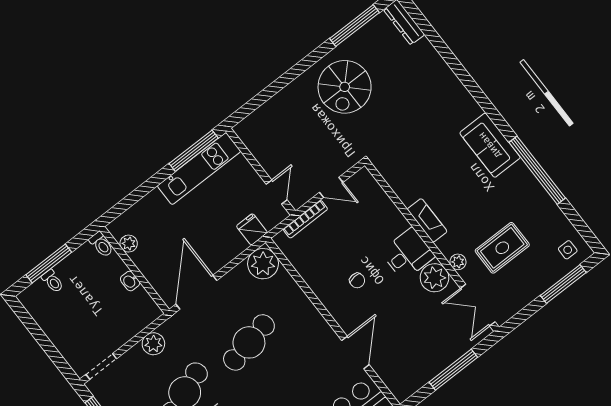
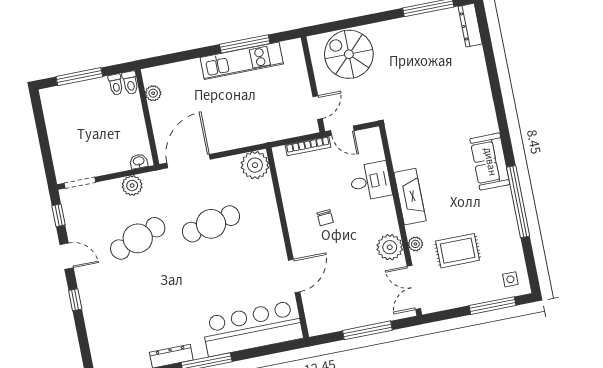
spiral stairs: (345, 87) -> (349, 54), moved, turned 90
wall: (261, 172) -> (313, 84), moved
door: (277, 192) -> (318, 108), moved
fireplace: (427, 220) -> (410, 197), width x1.37, depth x1.32
fridge: (252, 229) -> (260, 132), removed
desk: (408, 254) -> (370, 181), moved
toilet: (52, 281) -> (116, 85), moved
washbasin: (130, 281) -> (139, 161), moved, turned 90

